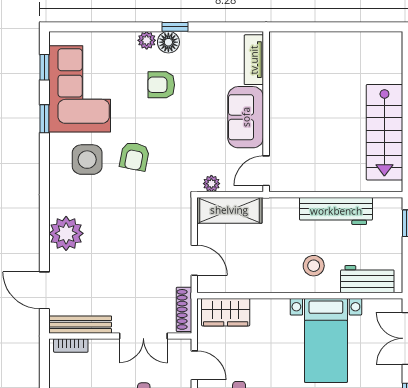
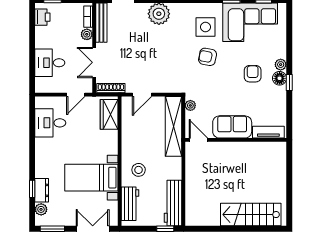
stairs: (384, 132) -> (251, 215), moved
shelving: (229, 210) -> (173, 126), width x1.47
workbench: (336, 211) -> (173, 203), moved
plant: (99, 348) -> (87, 34), added

